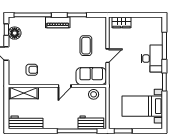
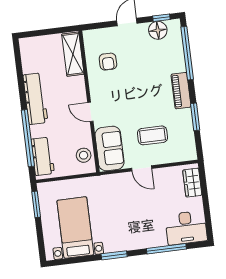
desk: (152, 59) -> (186, 228), moved
workbench: (26, 122) -> (35, 99), moved

